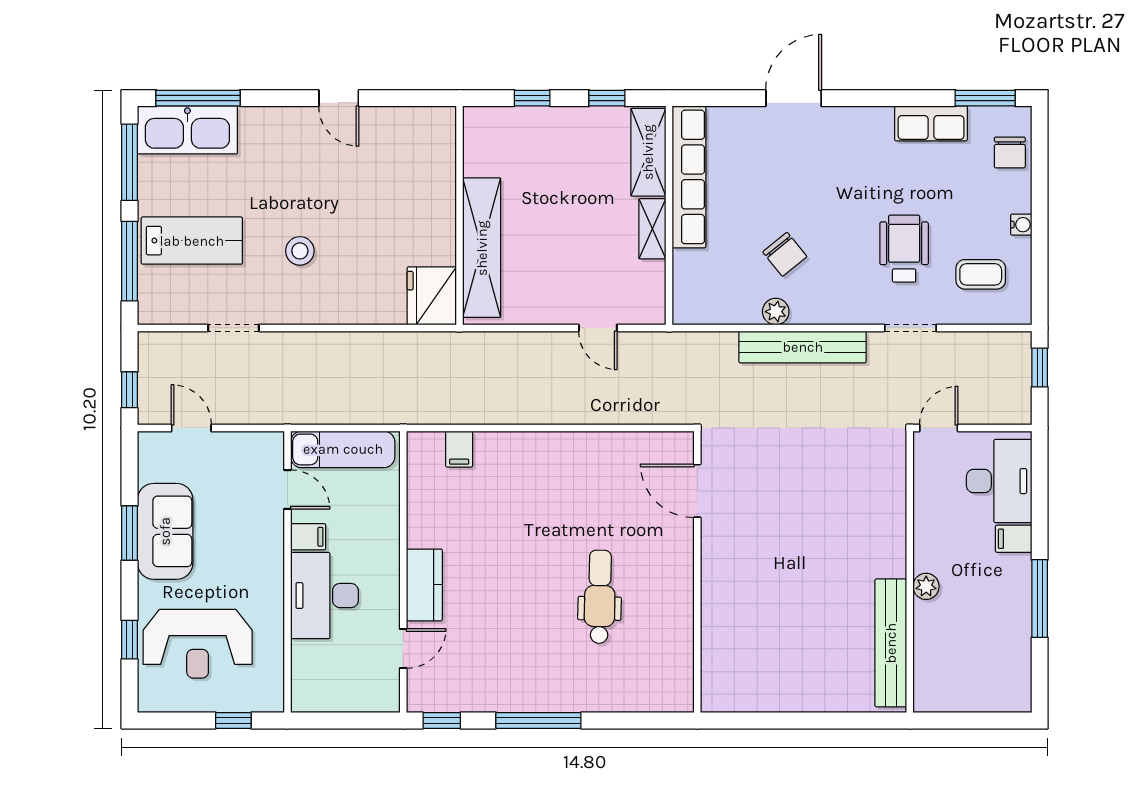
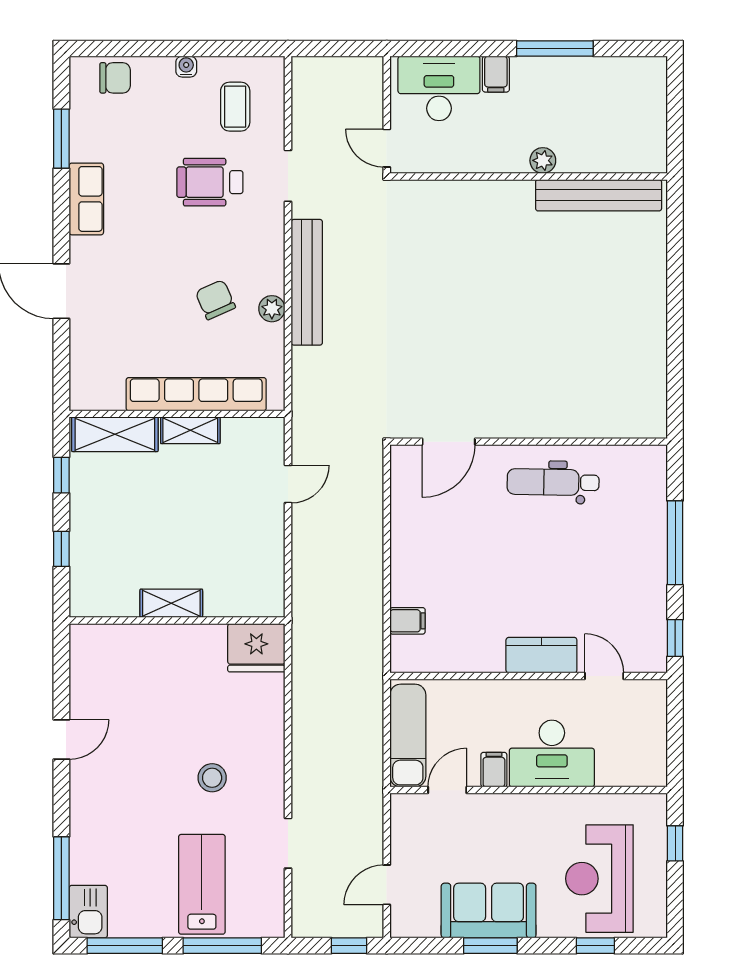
window: (985, 98) -> (61, 139), moved
row of seats: (931, 123) -> (86, 199), moved
kitchen sink: (187, 130) -> (88, 912), width x0.53, depth x0.81
row of seats: (689, 177) -> (196, 394), moved
shelving: (482, 248) -> (171, 603), width x0.45, depth x0.75
chair: (785, 254) -> (215, 300), turned -75
window: (1040, 367) -> (327, 49), removed
door: (697, 491) -> (449, 442), moved
wall: (697, 572) -> (529, 442), moved
reception desk: (198, 644) -> (599, 879), turned 180

